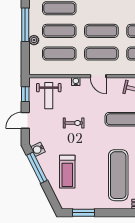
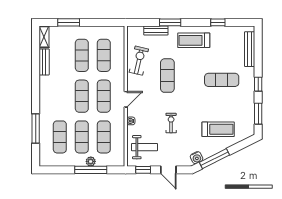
window: (25, 25) -> (91, 170), moved
exercise mat: (118, 175) -> (222, 80), width x0.73, depth x0.69
window: (114, 213) -> (258, 84), added

